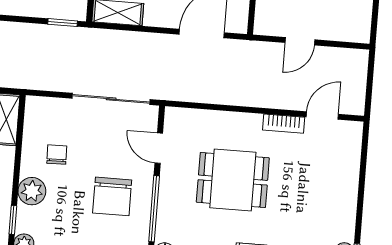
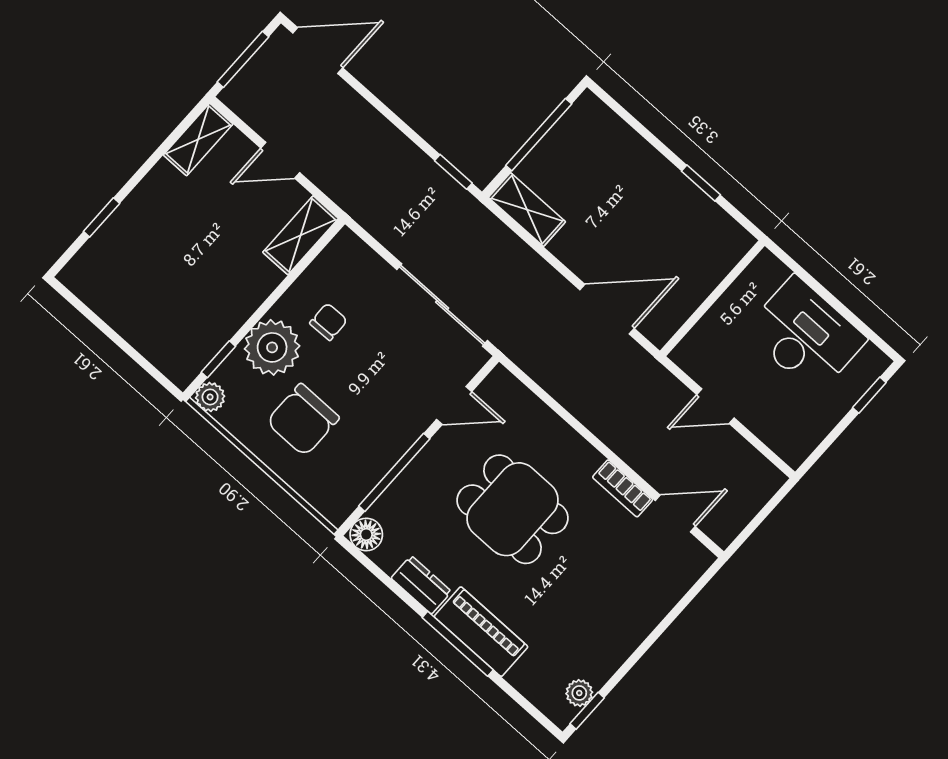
door: (159, 148) -> (454, 405), swing flipped
plant: (32, 191) -> (272, 347), width x1.36, depth x1.36
chair: (112, 196) -> (303, 420), moved

